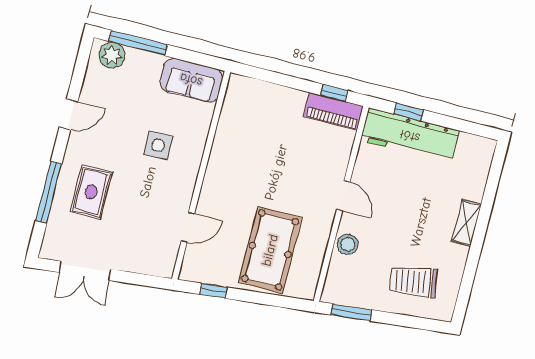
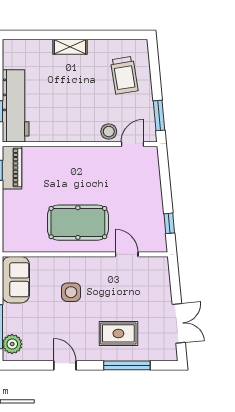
door: (343, 196) -> (133, 144), moved
pool table: (270, 250) -> (78, 223), moved

